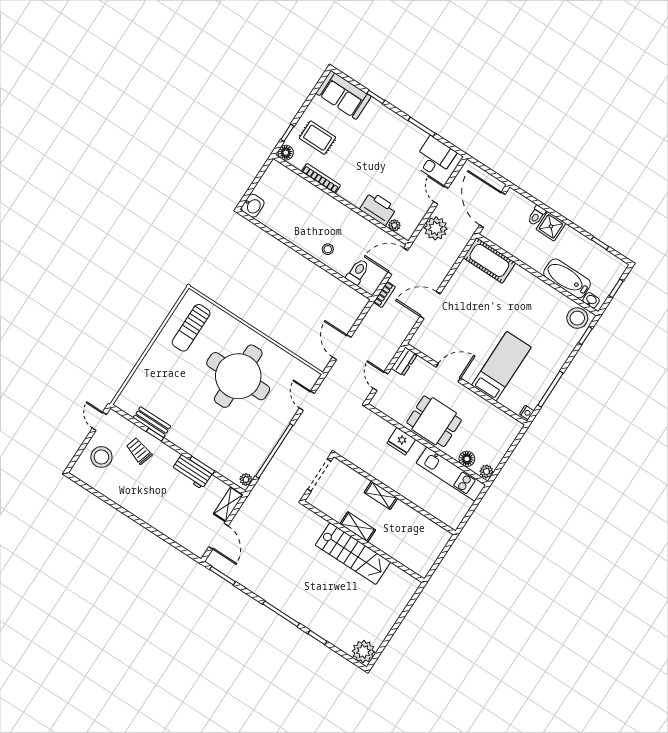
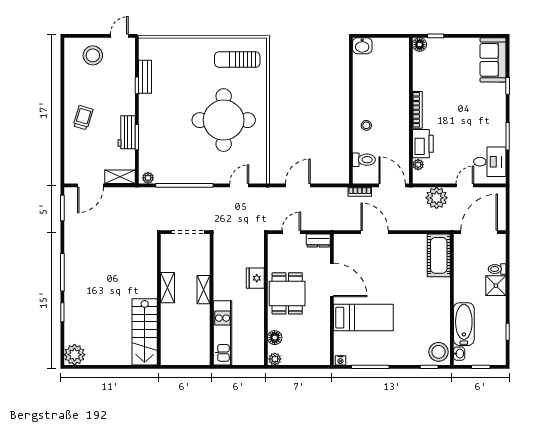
rug: (317, 138) -> (447, 61), removed
bookcase: (321, 178) -> (417, 110), moved
door: (448, 373) -> (332, 280), width x1.36
trolley: (139, 451) -> (83, 118), moved
kitchen unit: (451, 474) -> (223, 333), moved, turned 180
stairs: (353, 554) -> (145, 332), moved

